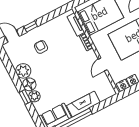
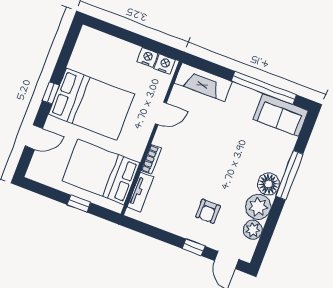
plant: (34, 96) -> (253, 230), moved
window: (25, 97) -> (289, 175), width x2.17
fireplace: (83, 104) -> (203, 82), moved

